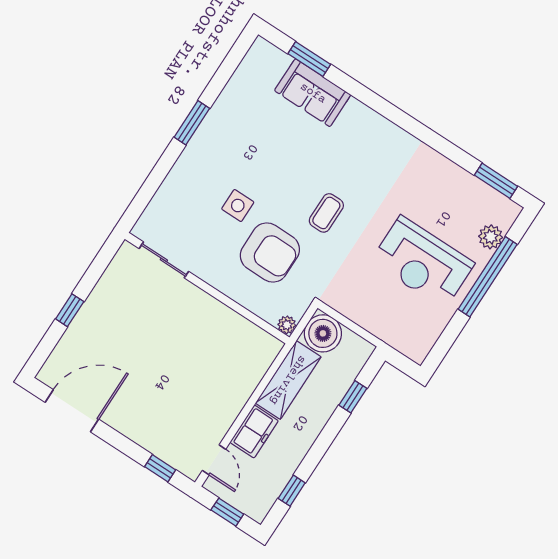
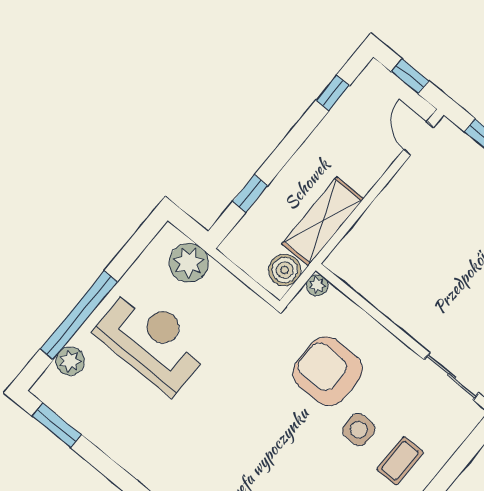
coffee table: (326, 213) -> (400, 461), moved
plant: (399, 332) -> (189, 263), added
boiler: (323, 333) -> (285, 270), width x0.73, depth x0.73
freezer: (254, 432) -> (369, 166), removed

